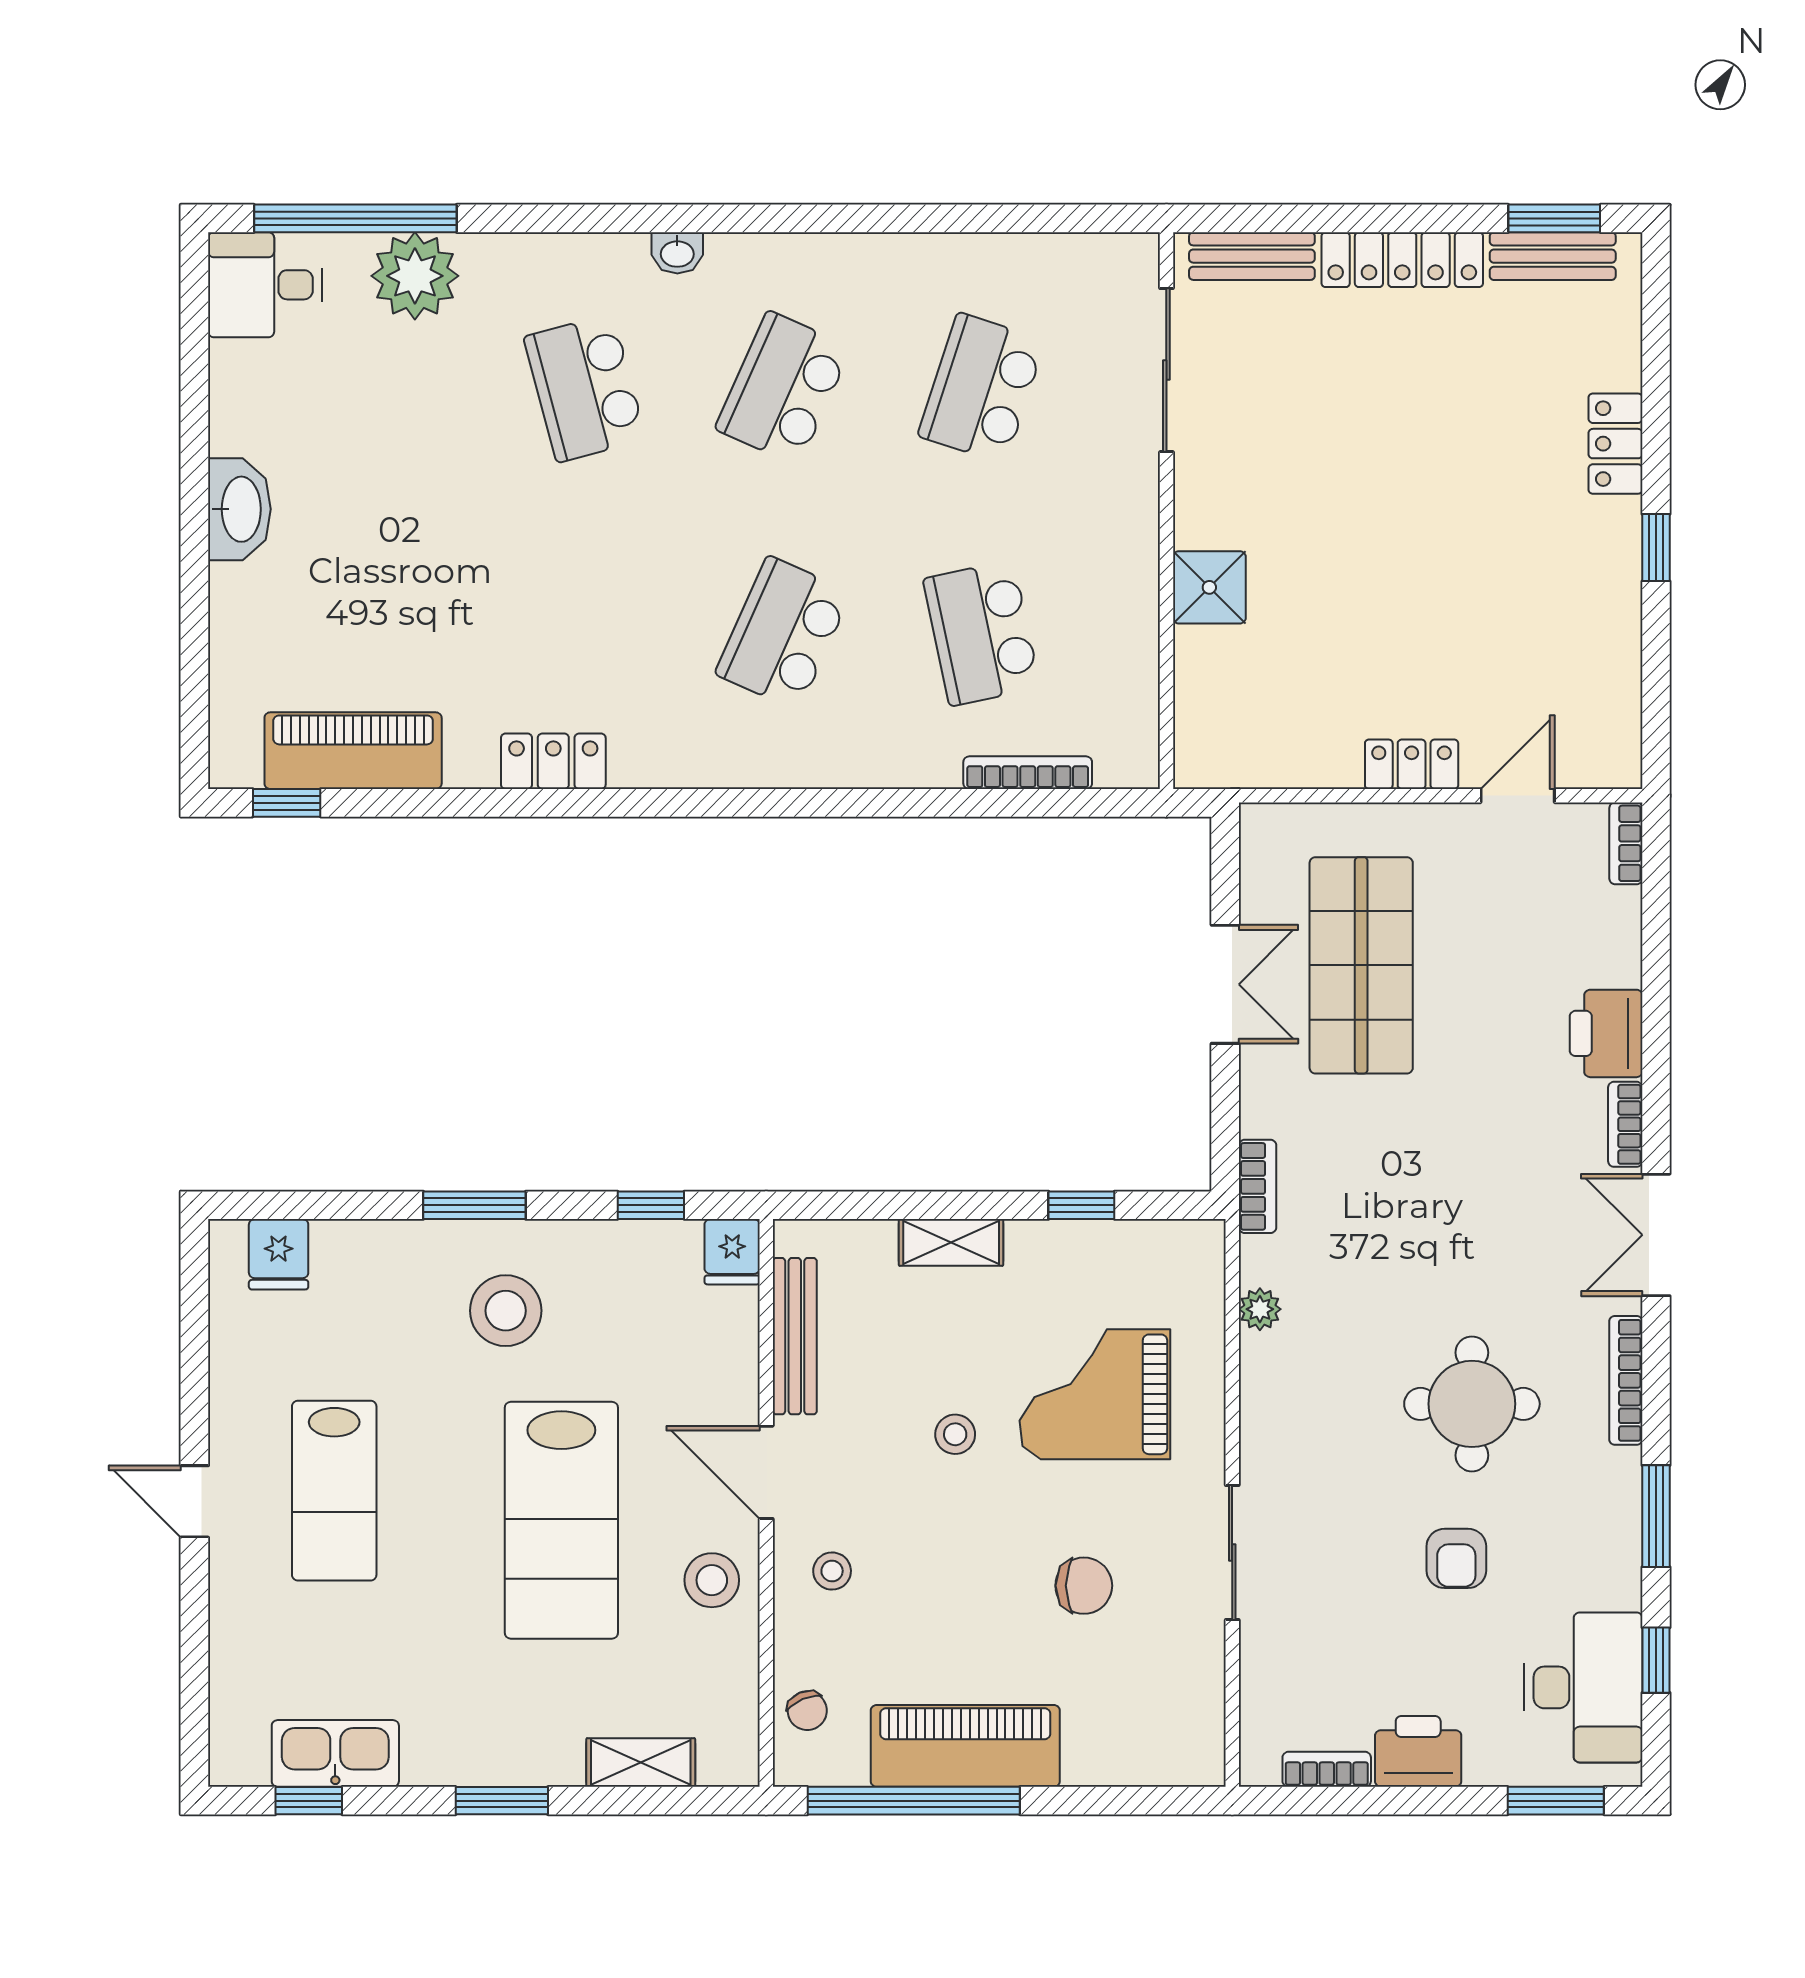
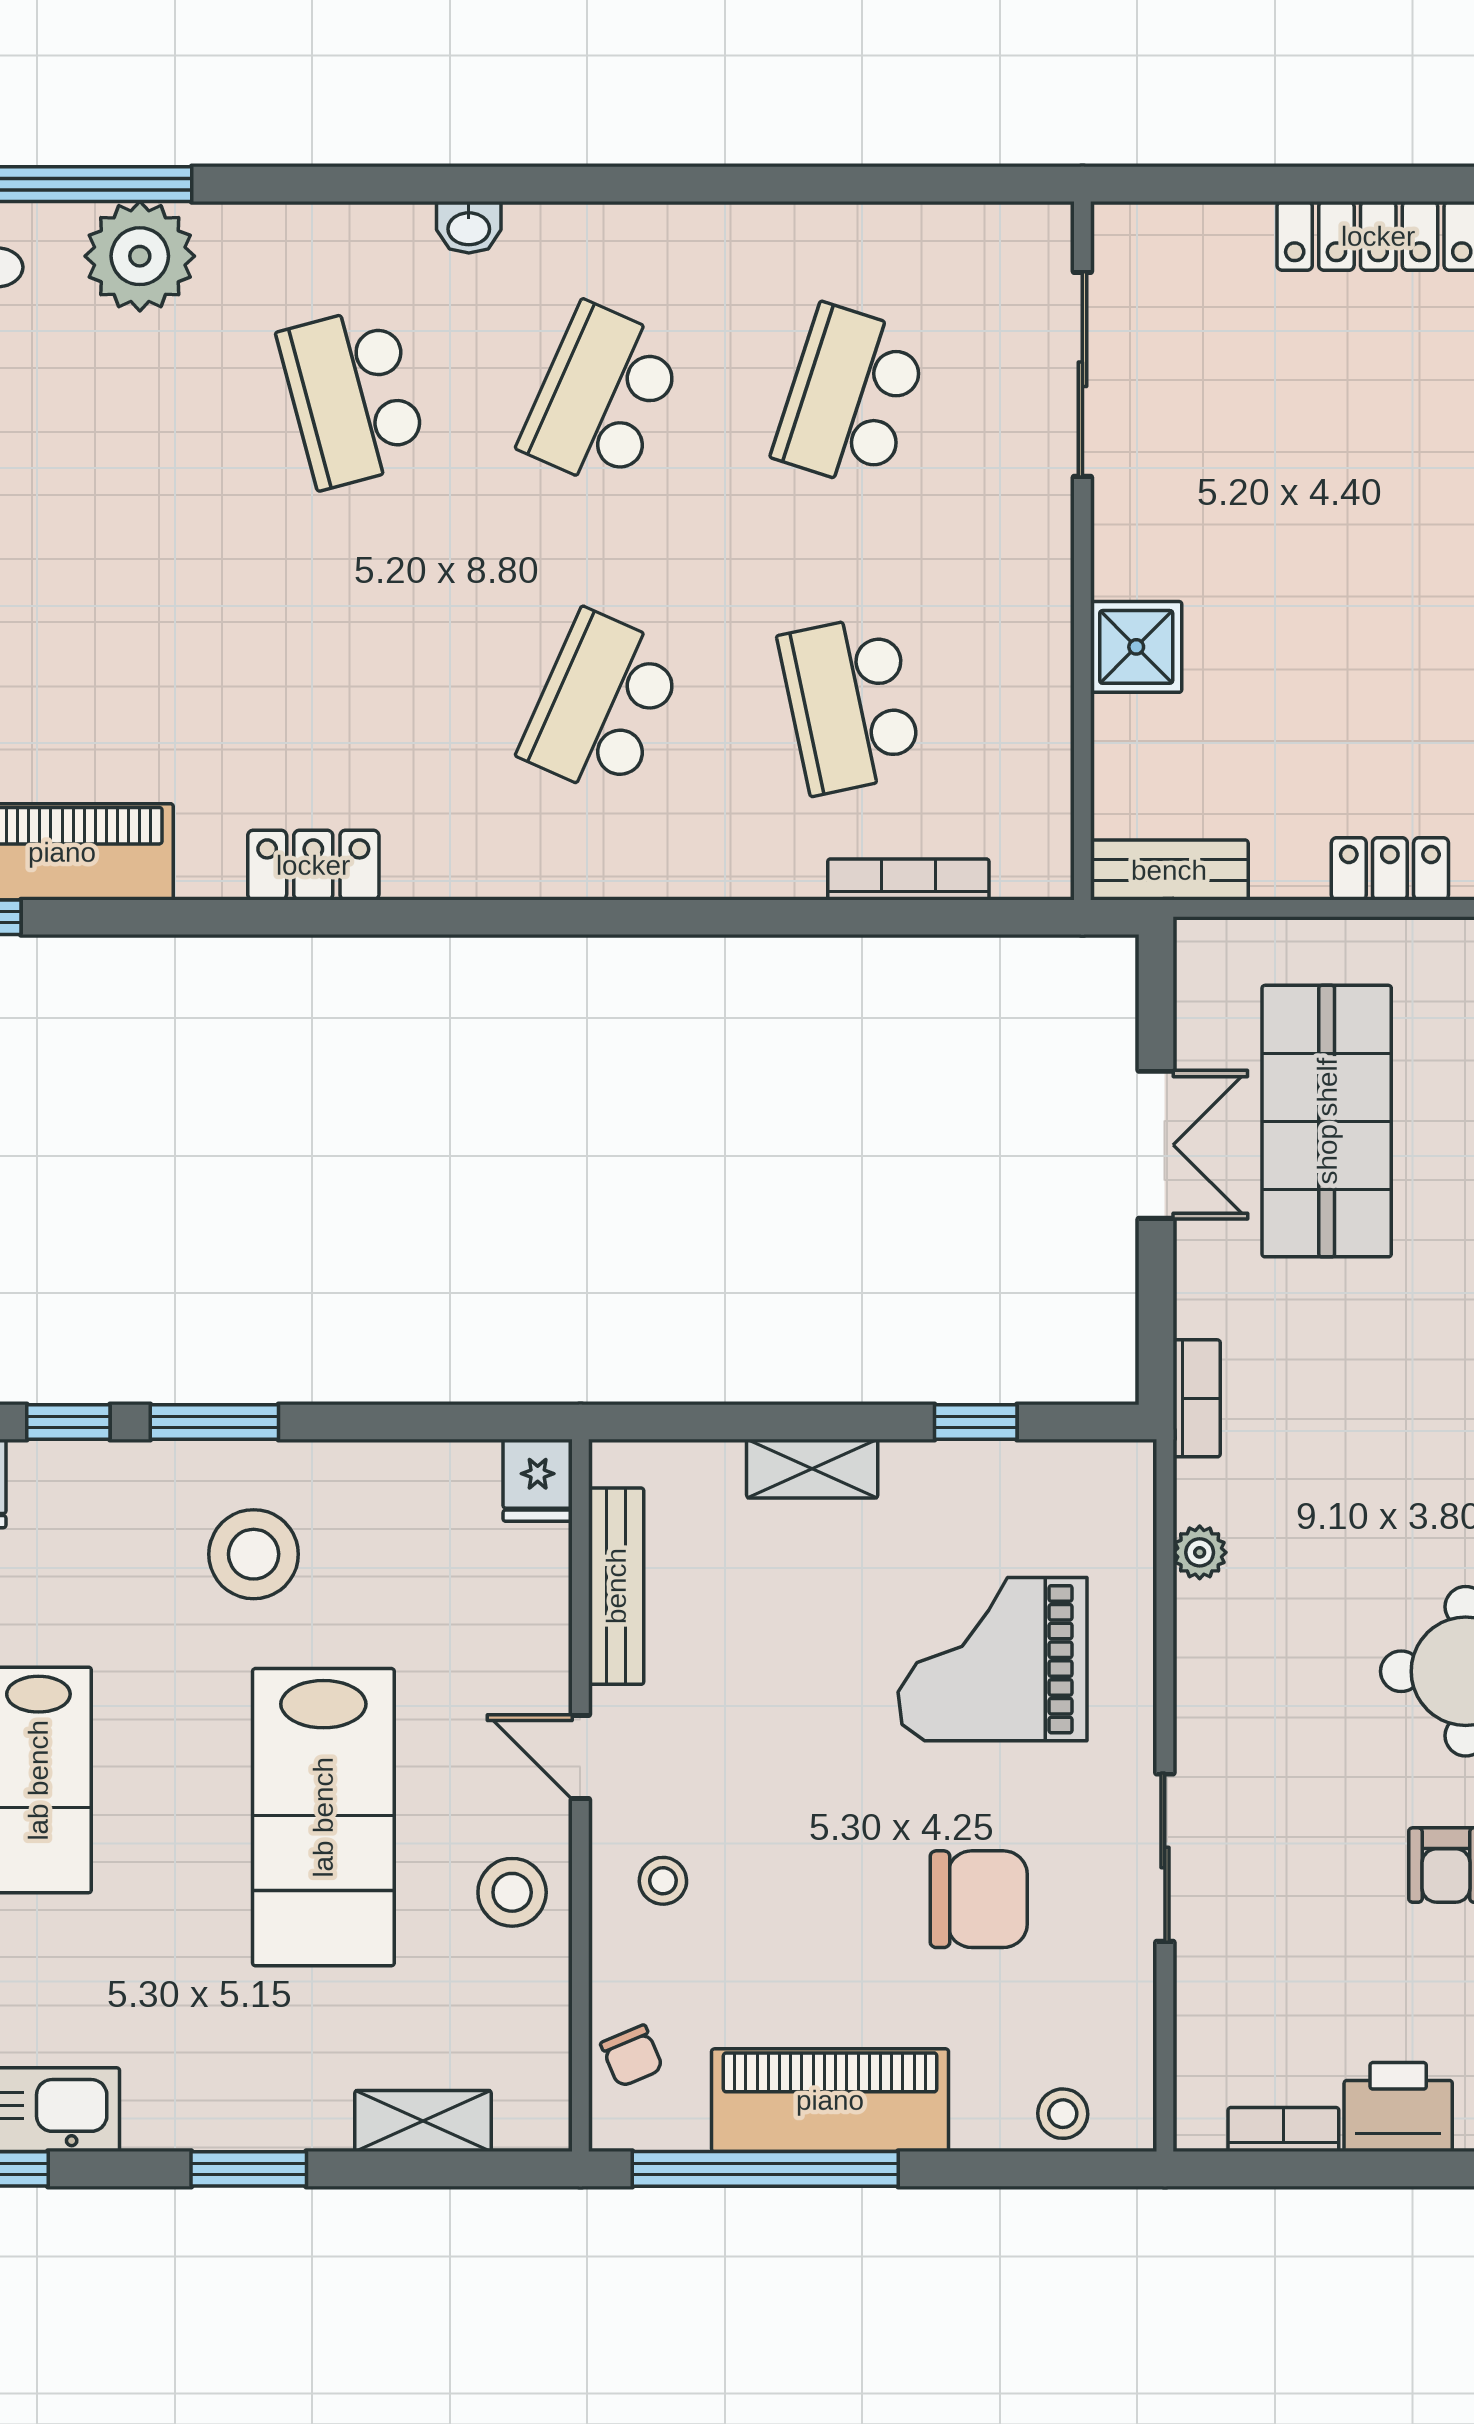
bench: (1252, 256) -> (1169, 870), moved
window: (651, 1205) -> (68, 1422), moved
stool: (955, 1434) -> (1063, 2114), moved
door: (766, 1472) -> (580, 1757), width x0.73
chair: (1084, 1586) -> (979, 1899), width x1.37, depth x1.37

